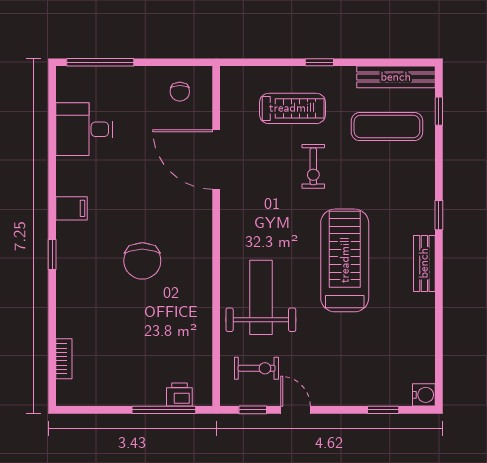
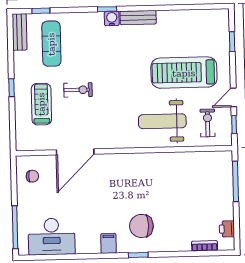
bench: (396, 77) -> (20, 32), width x0.73
desk: (84, 129) -> (52, 237), width x1.37
treadmill: (345, 260) -> (184, 73), moved
chair: (142, 261) -> (141, 226), moved, turned 180
printer: (179, 395) -> (227, 229), moved
water cooler: (424, 395) -> (112, 19), moved

